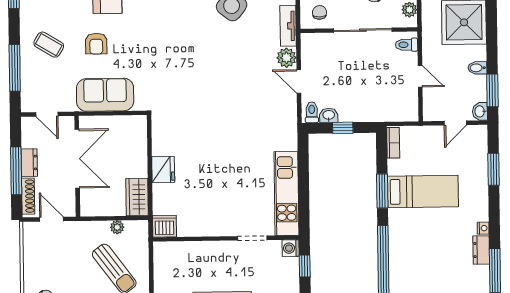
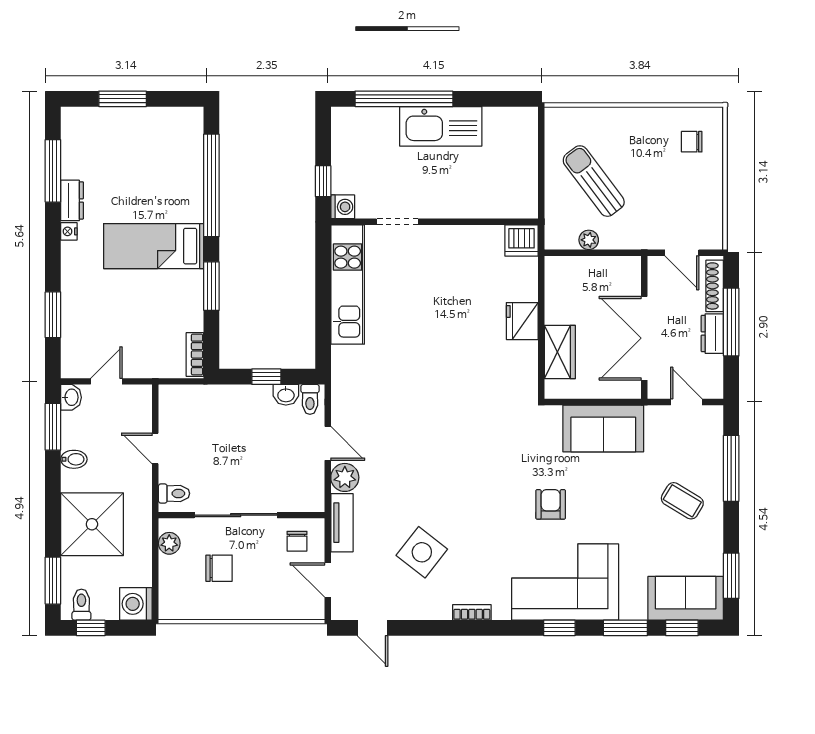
armchair: (96, 44) -> (551, 504), moved
bed: (423, 192) -> (154, 246), moved
wardrobe: (137, 197) -> (560, 352), moved

